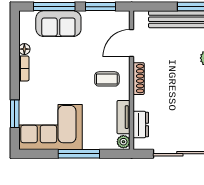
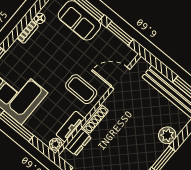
coffee table: (107, 79) -> (81, 89), width x1.36, depth x1.30
shoe rack: (139, 79) -> (95, 119), moved

